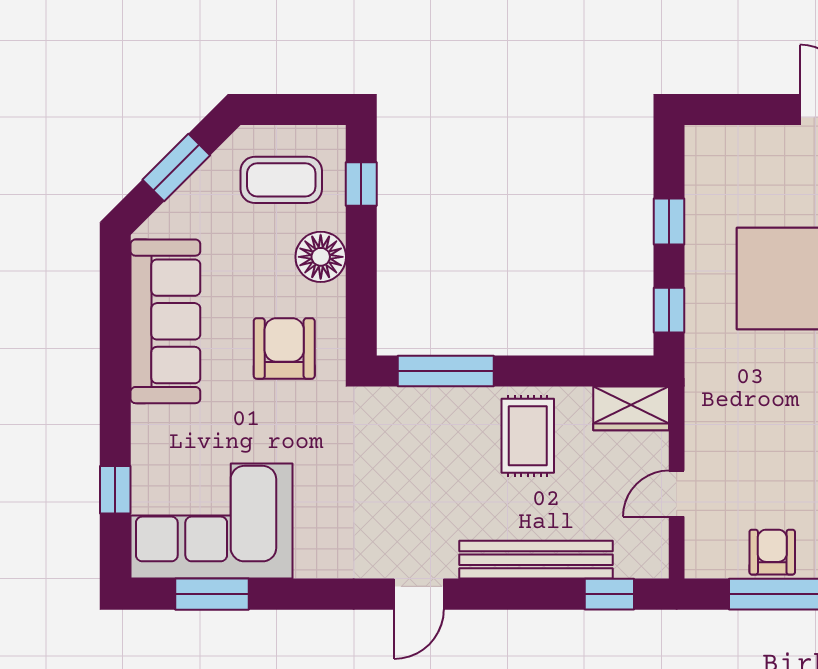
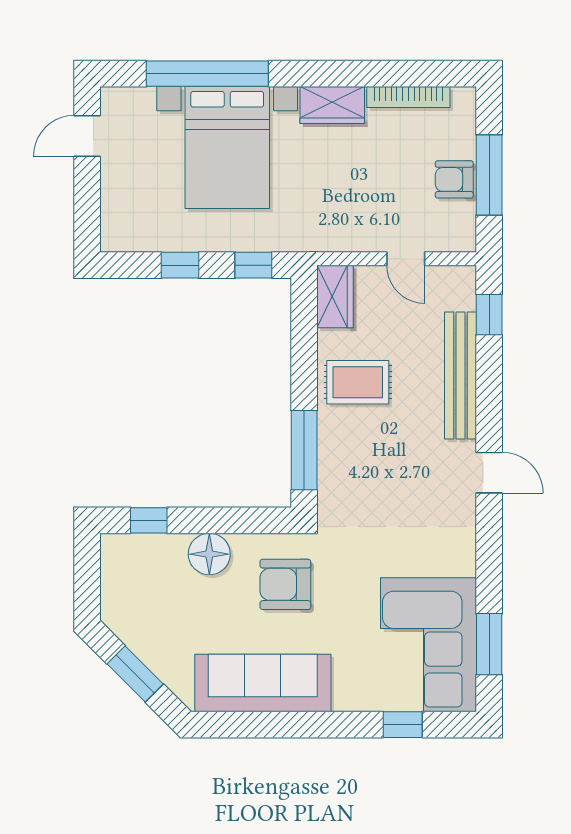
coffee table: (281, 180) -> (145, 587), removed

